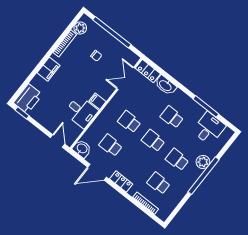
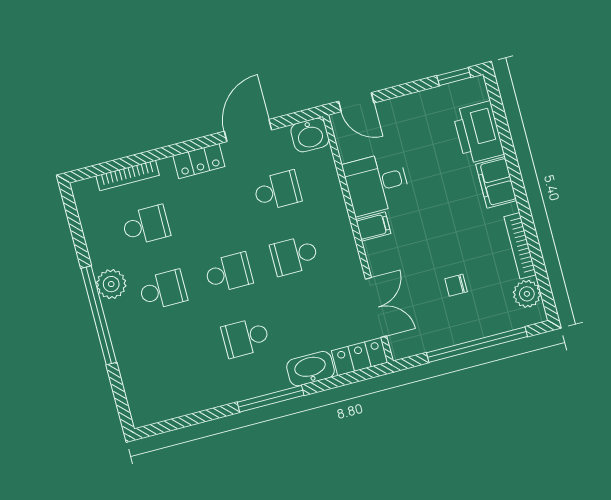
printer: (28, 99) -> (478, 132), moved
window: (206, 106) -> (271, 399), moved
school desk: (172, 117) -> (246, 337), turned 180
school desk: (129, 122) -> (294, 255), turned 180
desk: (209, 128) -> (176, 388), removed
plant: (203, 162) -> (111, 284), moved

